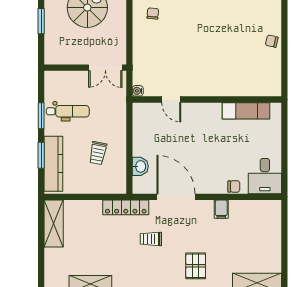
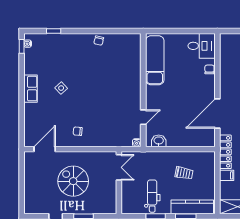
exam couch: (246, 111) -> (155, 60), width x1.36, depth x1.45
washbasin: (140, 166) -> (159, 141), moved
filing cabinet: (221, 209) -> (227, 175), moved

